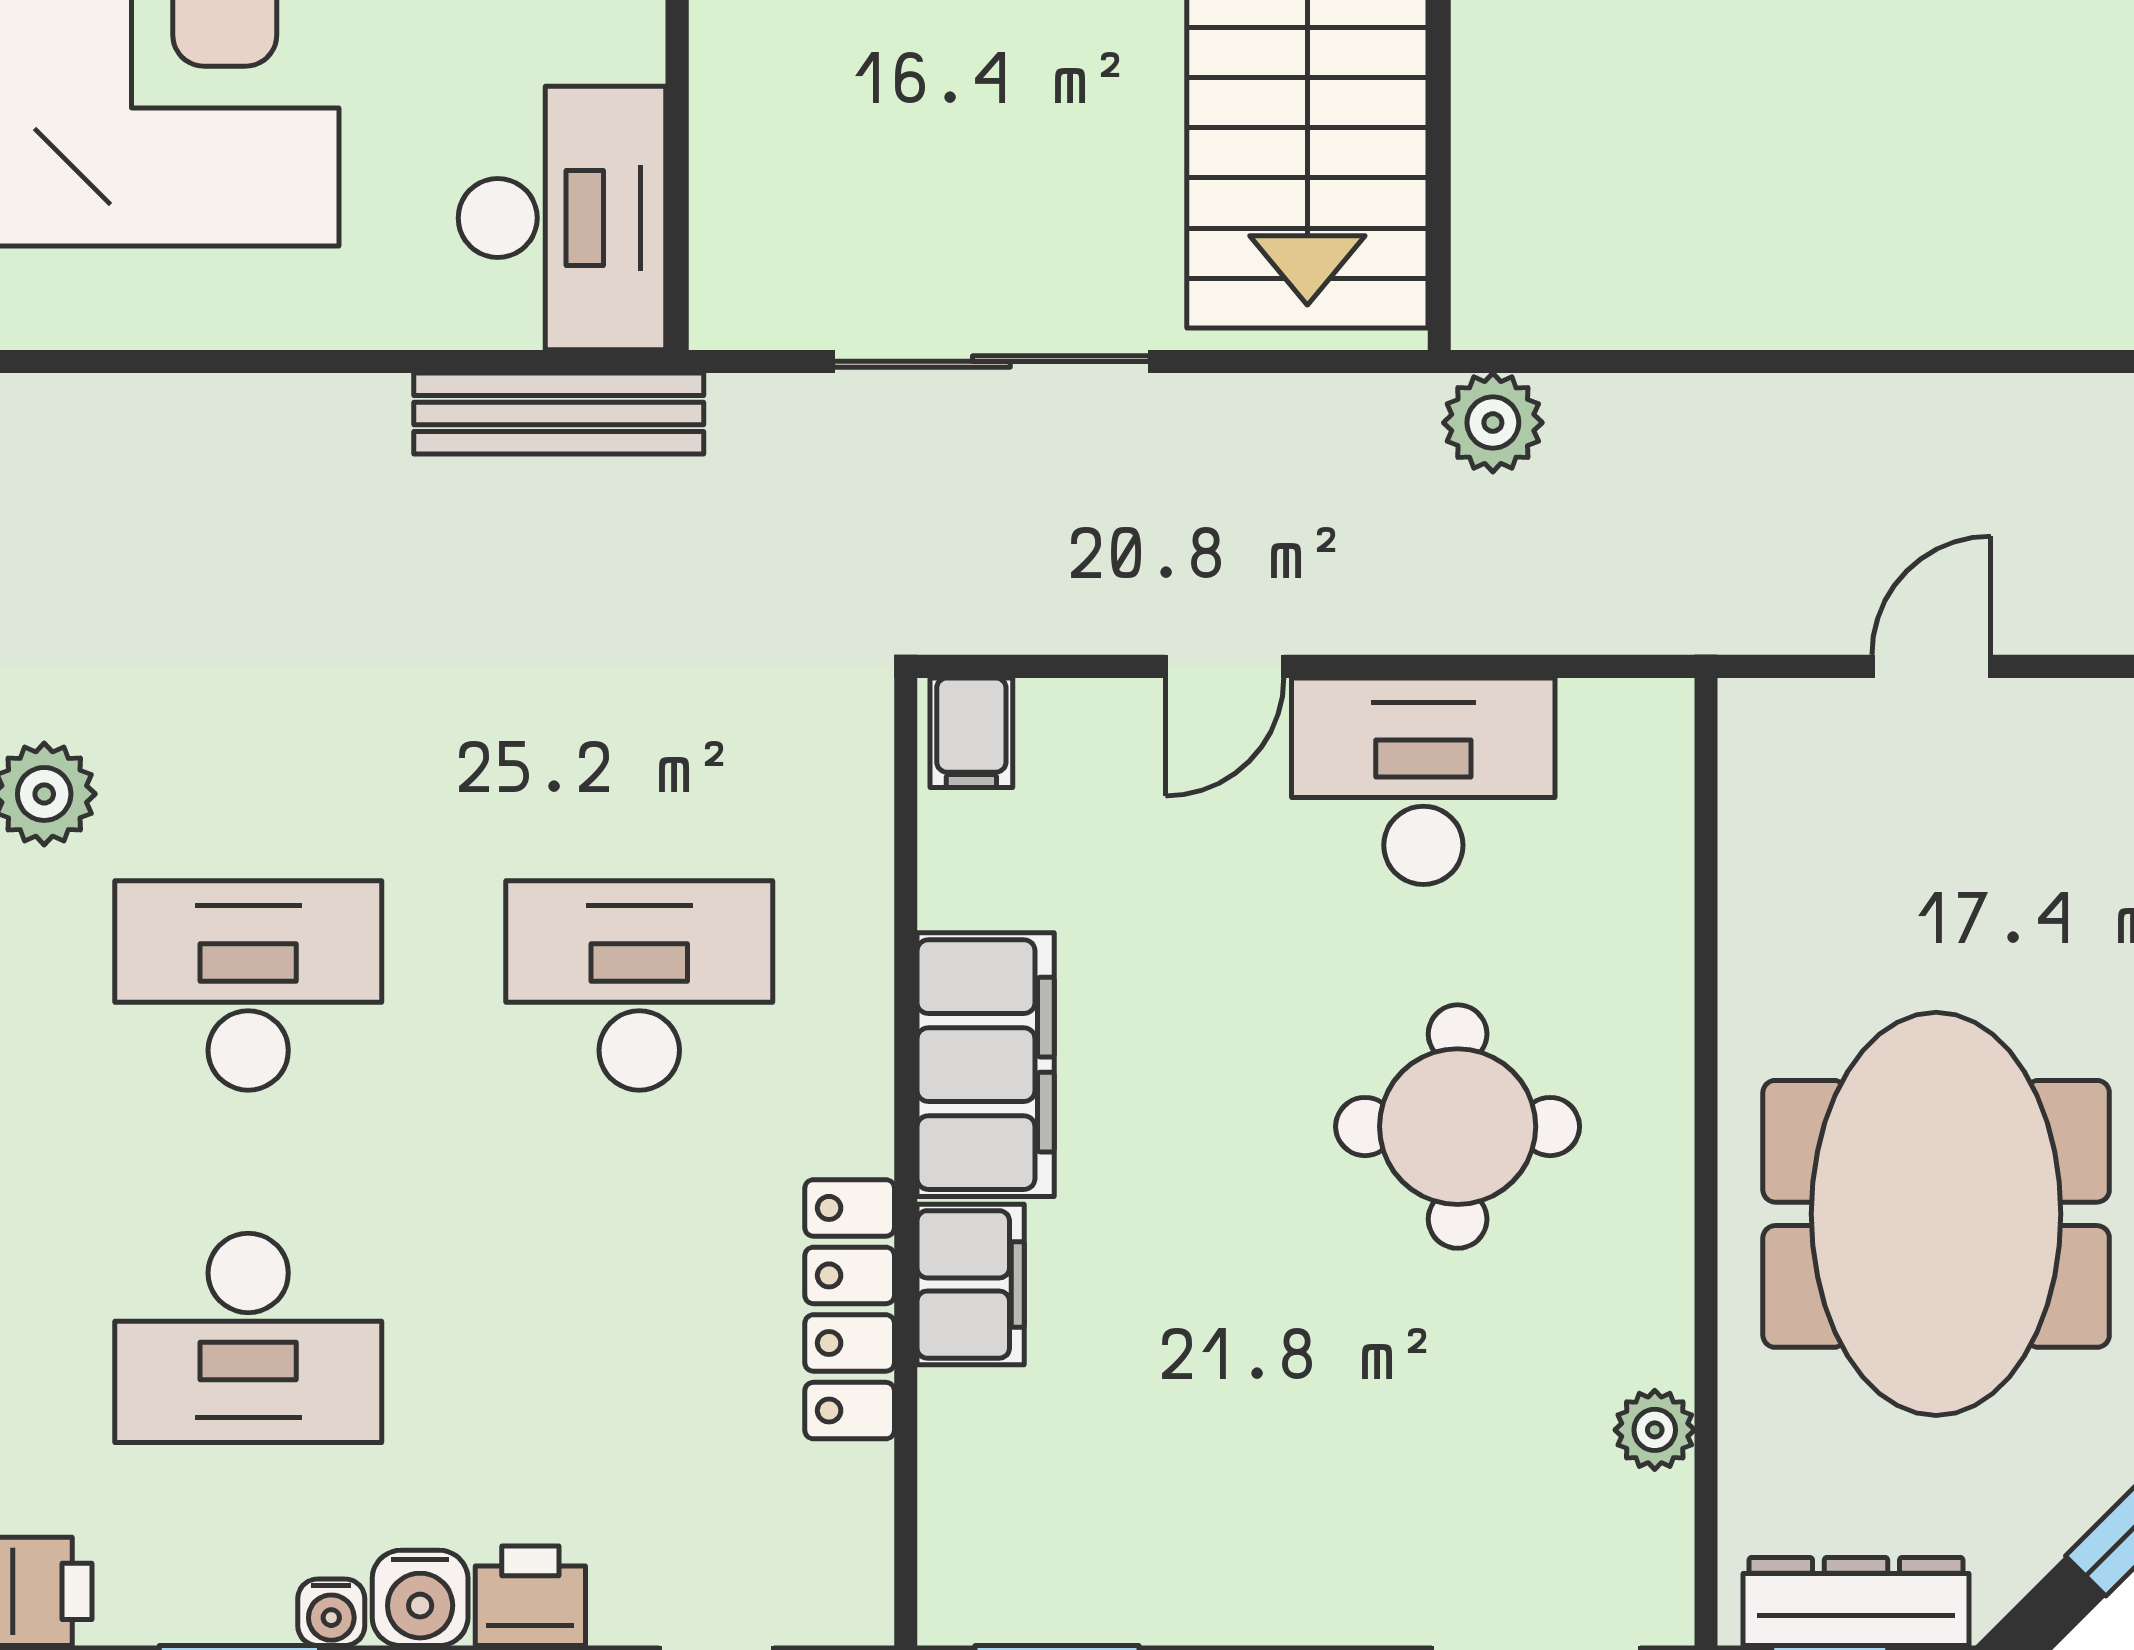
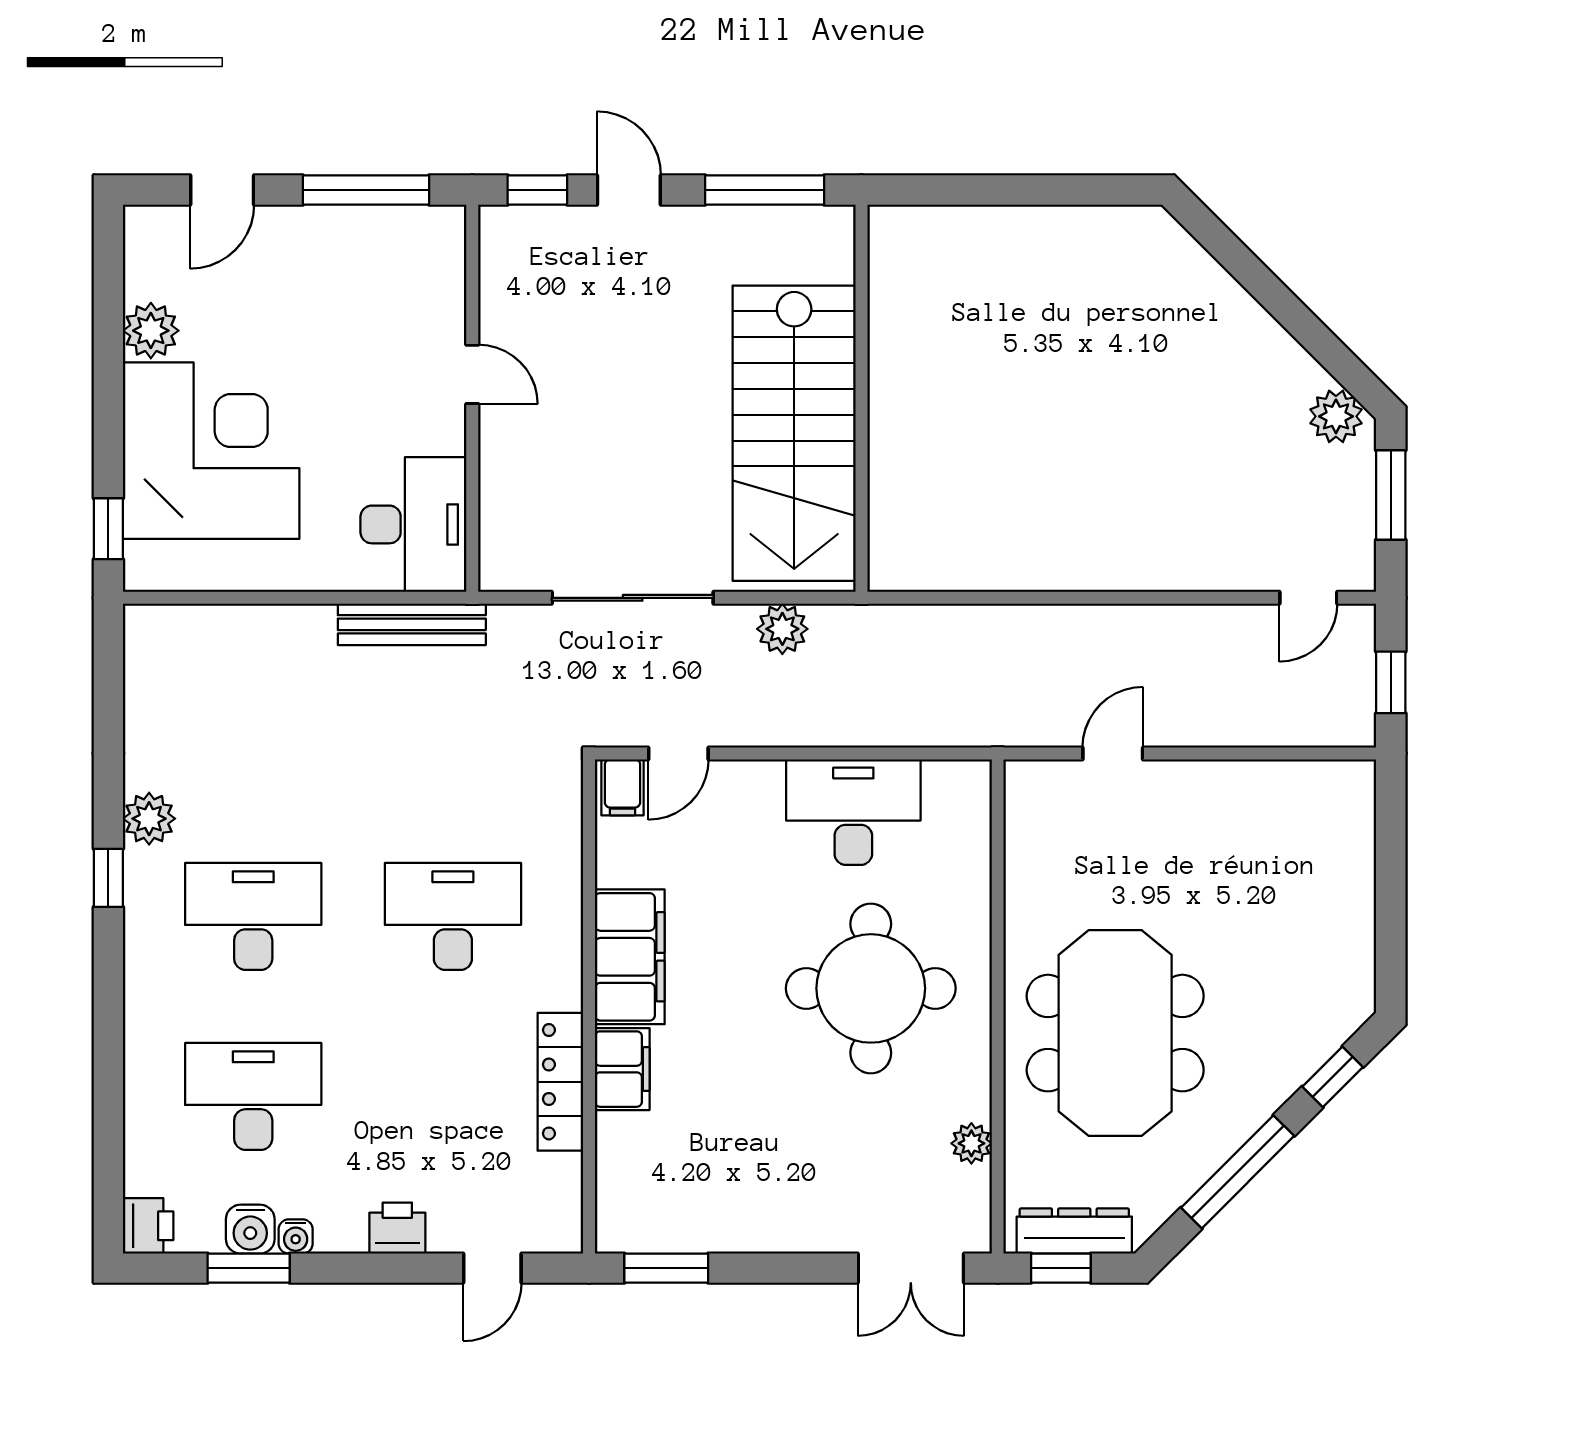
plant: (1493, 423) -> (782, 629), moved
door: (1225, 666) -> (678, 753), moved
round table: (1458, 1127) -> (871, 988), width x1.36, depth x1.36
desk: (248, 1338) -> (253, 1096), turned 180
water cooler: (420, 1598) -> (250, 1229), moved

